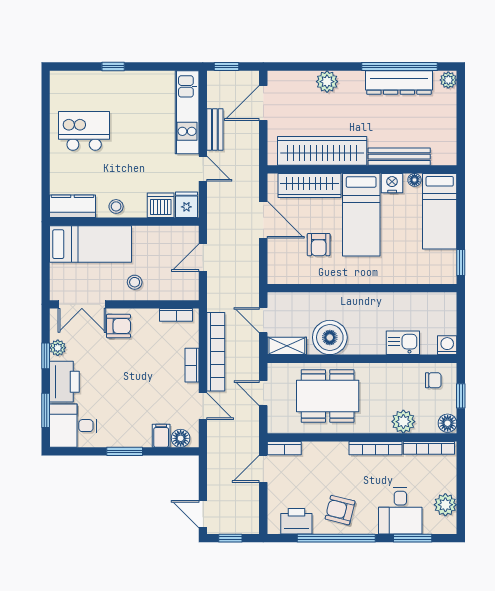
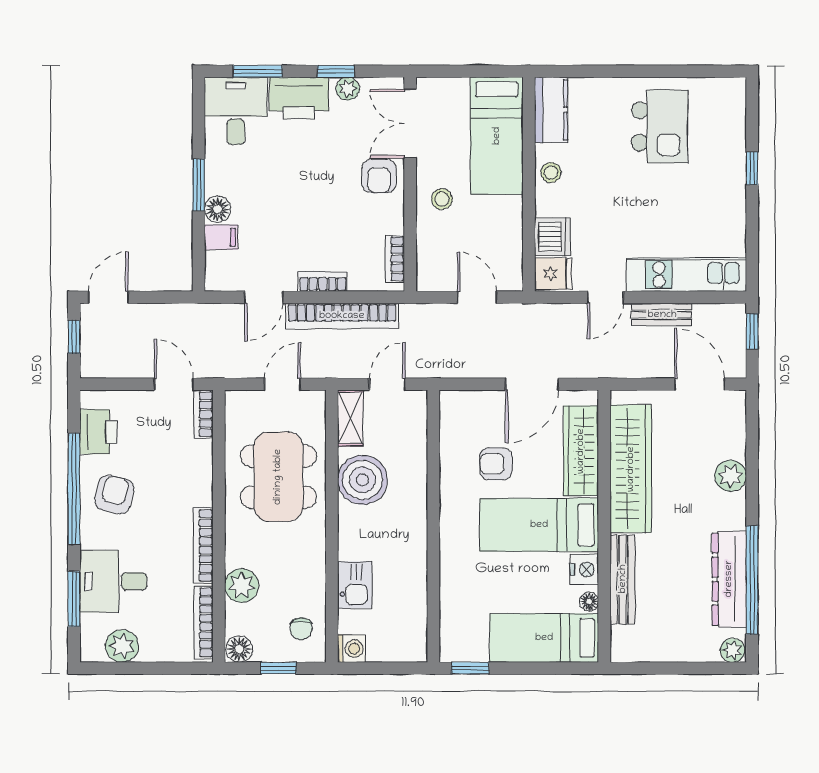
floor lamp: (181, 438) -> (218, 209), moved

